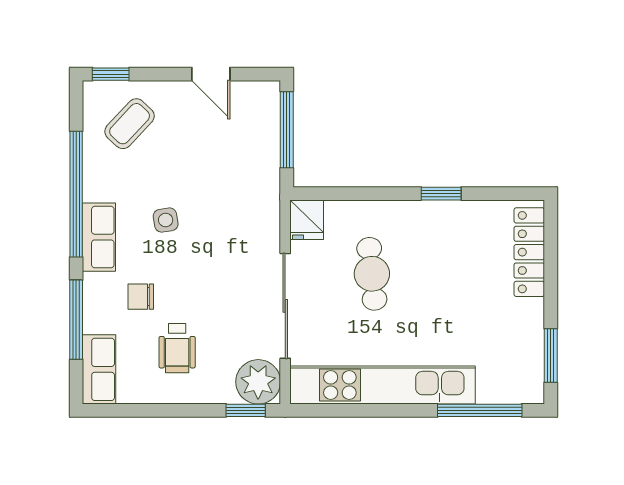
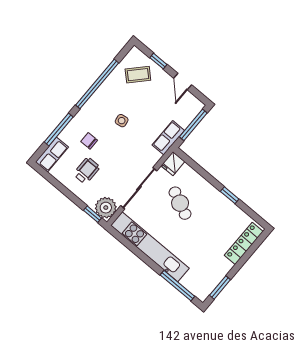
window: (111, 74) -> (158, 61), moved
row of seats: (99, 237) -> (168, 138), moved, turned 180
cafe table: (372, 274) -> (180, 203), turned -59
wheelchair: (177, 348) -> (87, 171), turned 180

